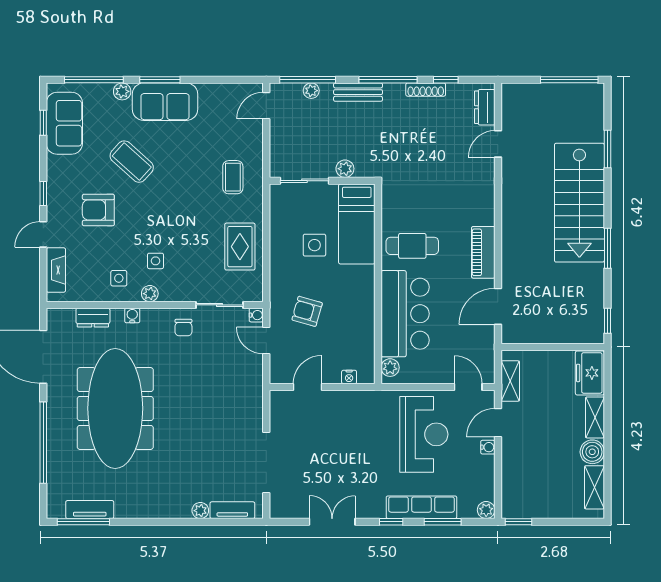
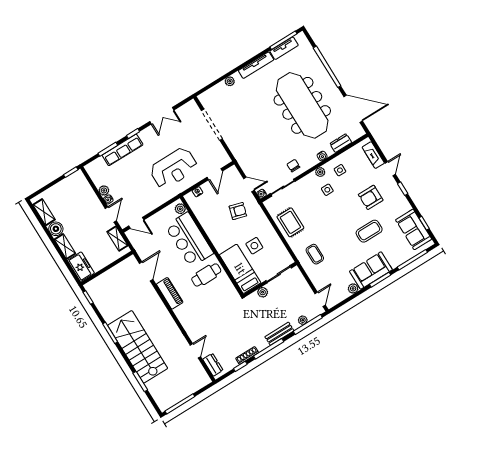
plant: (122, 91) -> (353, 288), moved
coffee table: (132, 162) -> (369, 231), turned -42
armchair: (98, 210) -> (371, 197), turned 180
reception desk: (424, 434) -> (174, 168), moved, turned -90
tv unit: (232, 510) -> (256, 65), moved, width x1.41
plant: (486, 510) -> (104, 190), moved

